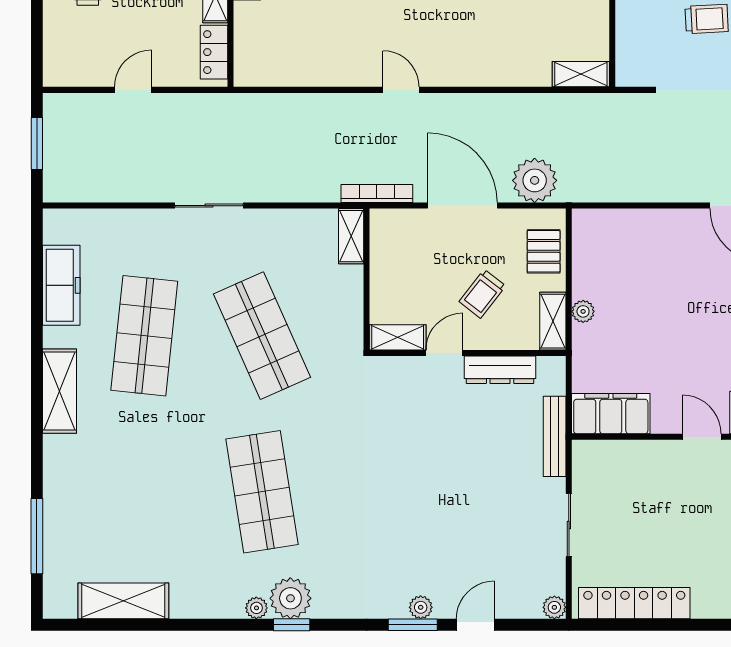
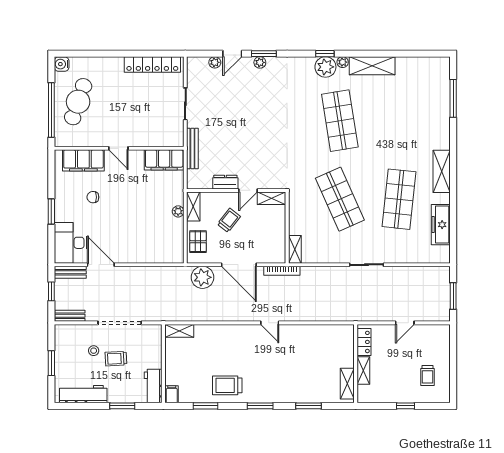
dresser: (500, 370) -> (225, 182), width x0.70
shelving: (123, 601) -> (372, 66), moved
plant: (554, 607) -> (215, 62), moved

